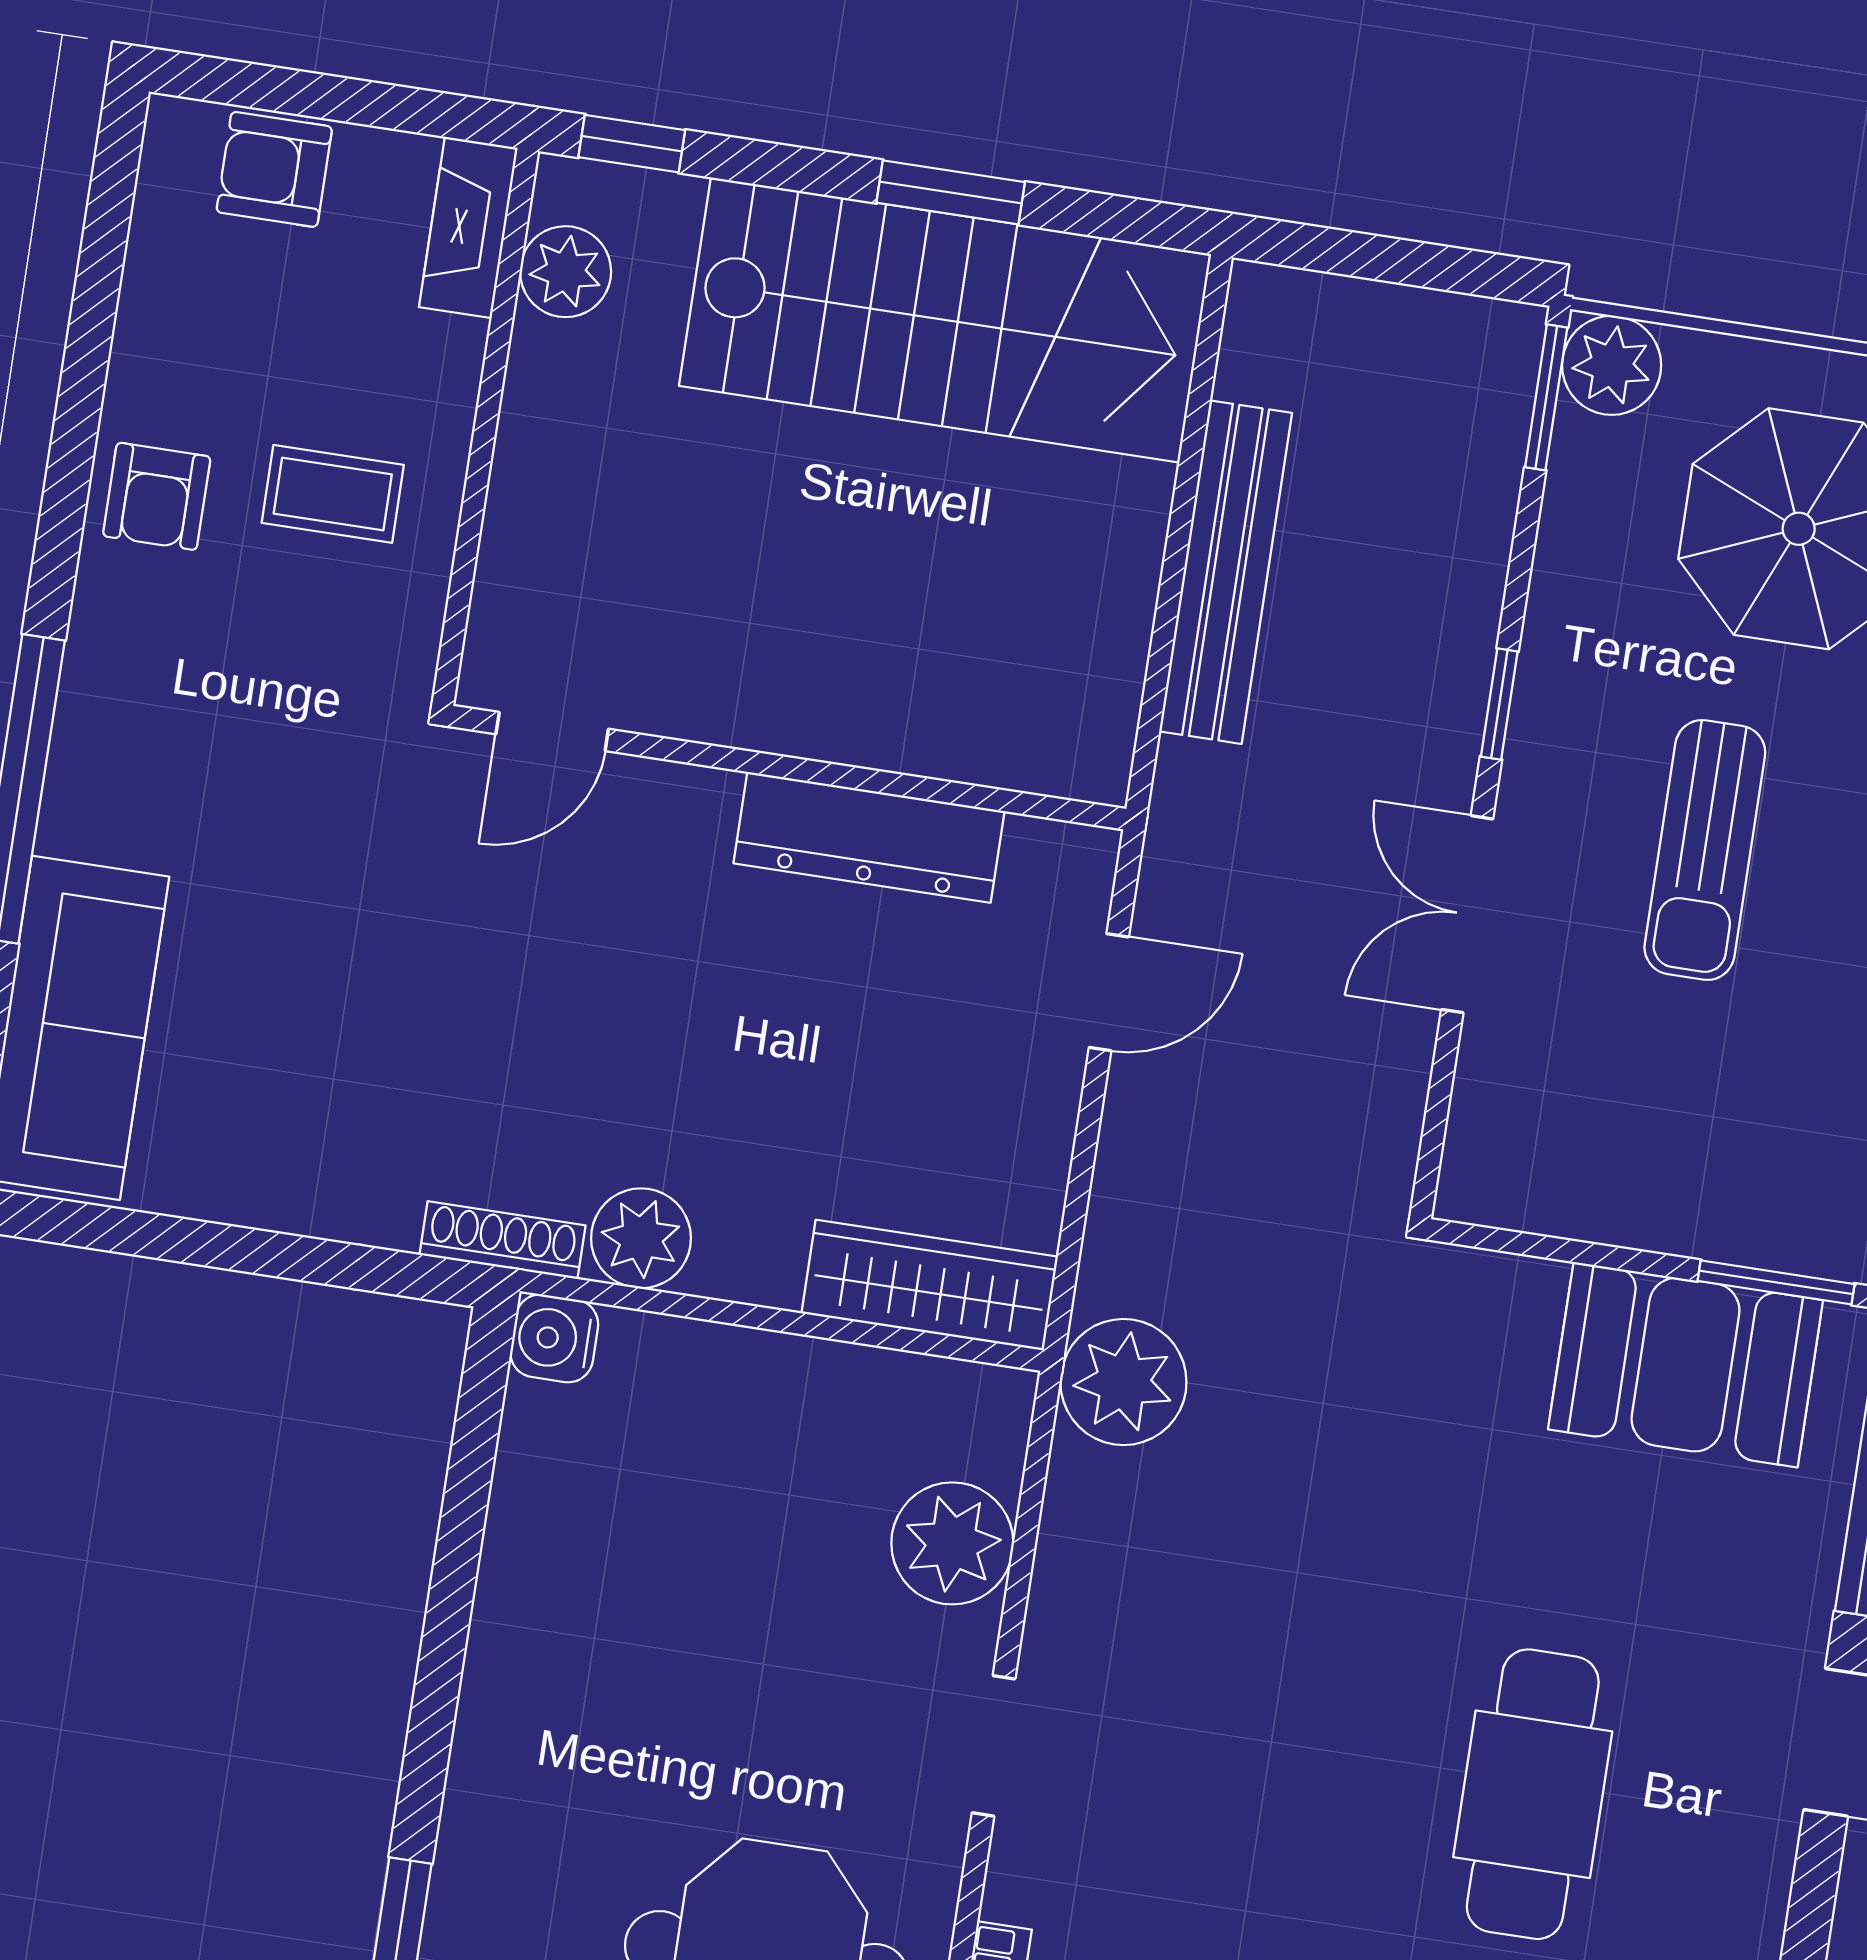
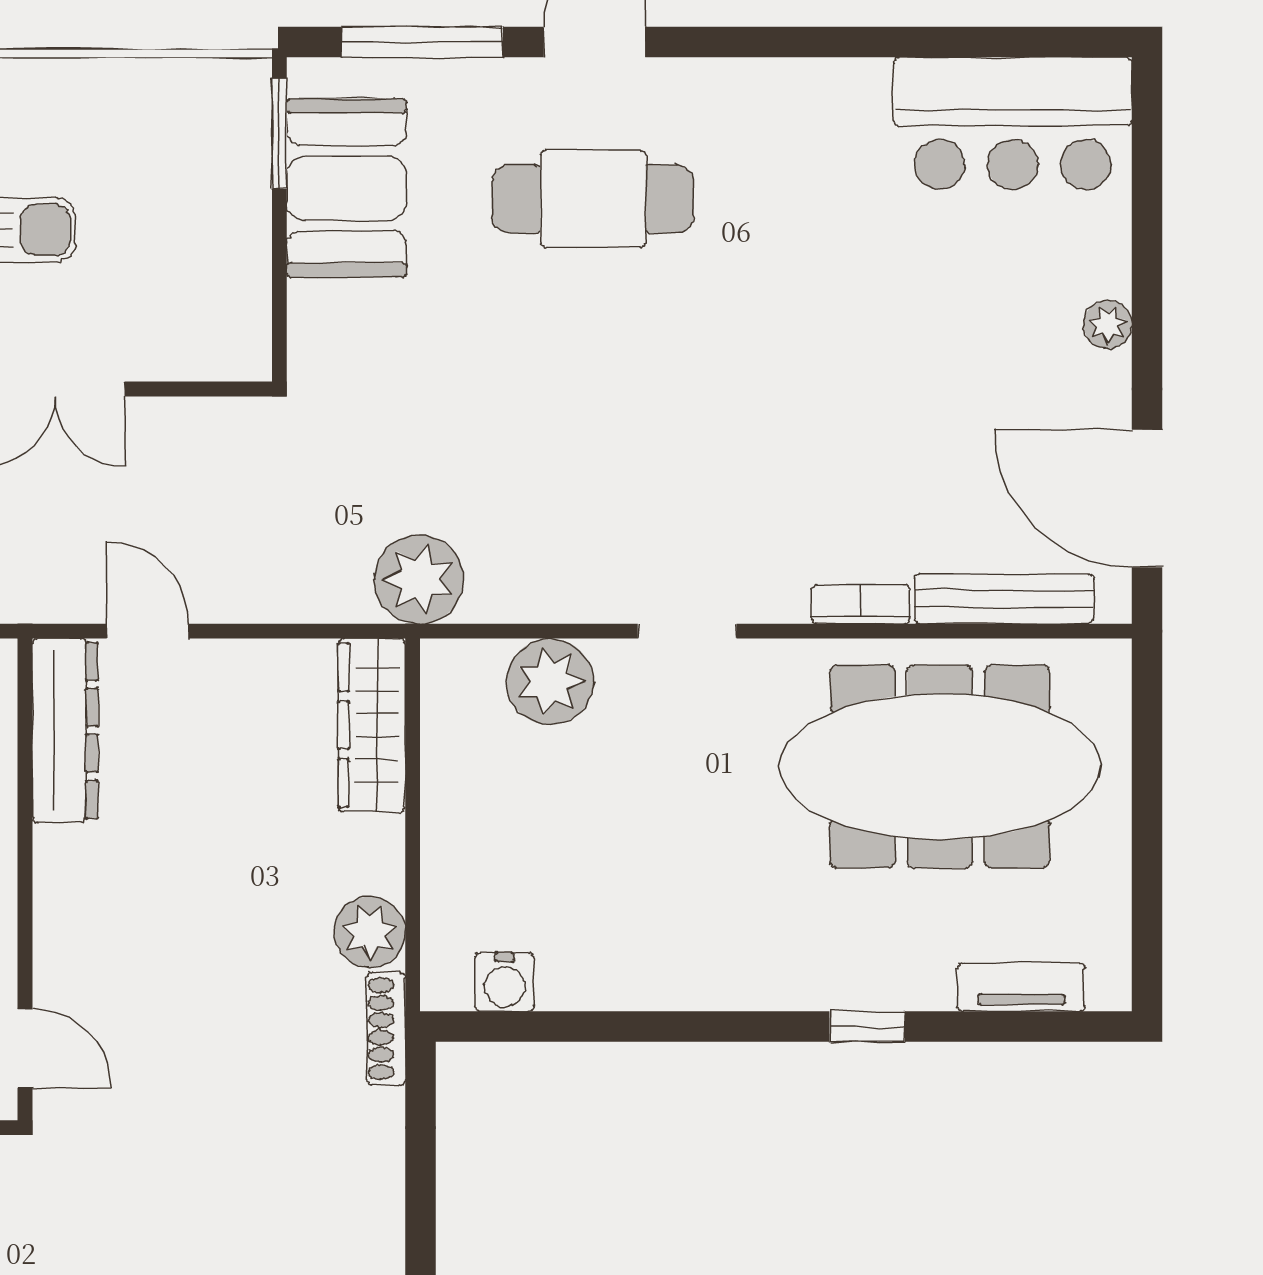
dresser: (869, 837) -> (65, 730), moved
water cooler: (554, 1338) -> (505, 982), moved
cafe table: (1533, 1794) -> (593, 199), moved

